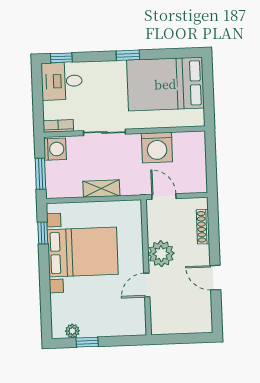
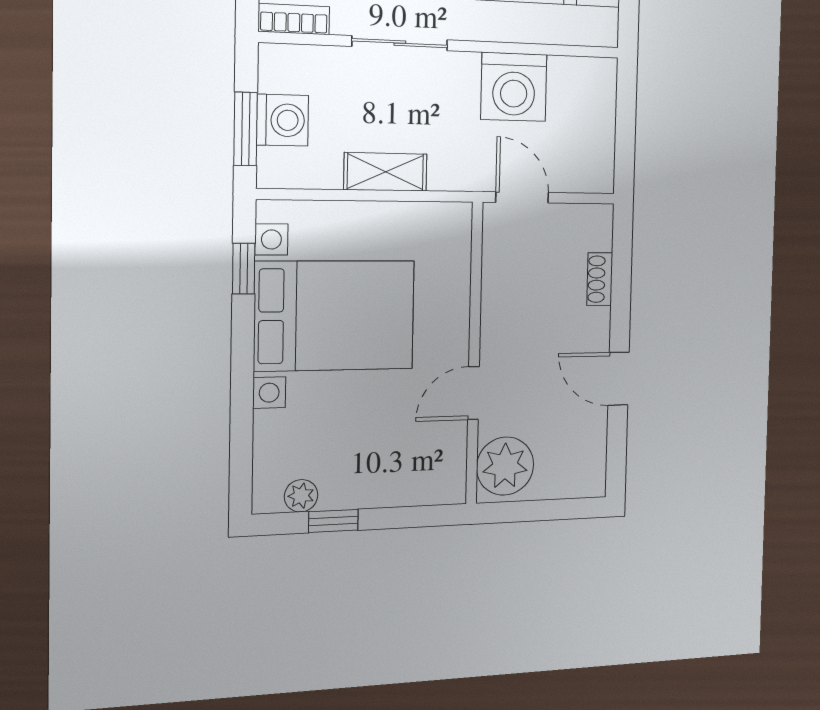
washing machine: (55, 149) -> (283, 120), moved
shoe rack: (203, 227) -> (600, 279), width x0.70
plant: (161, 254) -> (505, 466), moved

